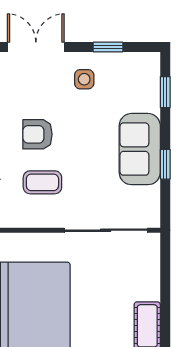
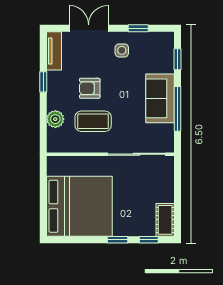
window: (165, 164) -> (177, 109), width x2.17
coffee table: (42, 182) -> (93, 121), width x1.36, depth x1.30

